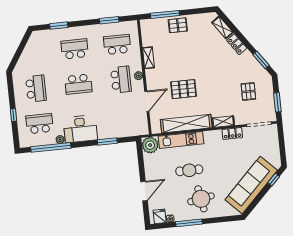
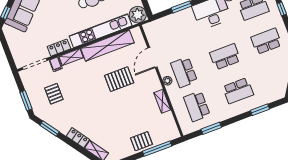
school desk: (117, 44) -> (197, 106), turned 90
school desk: (36, 89) -> (266, 41), turned 90
window: (277, 102) -> (26, 101), moved
filing cabinet: (239, 119) -> (56, 64), added
kitchen unit: (181, 140) -> (101, 31), width x1.36

